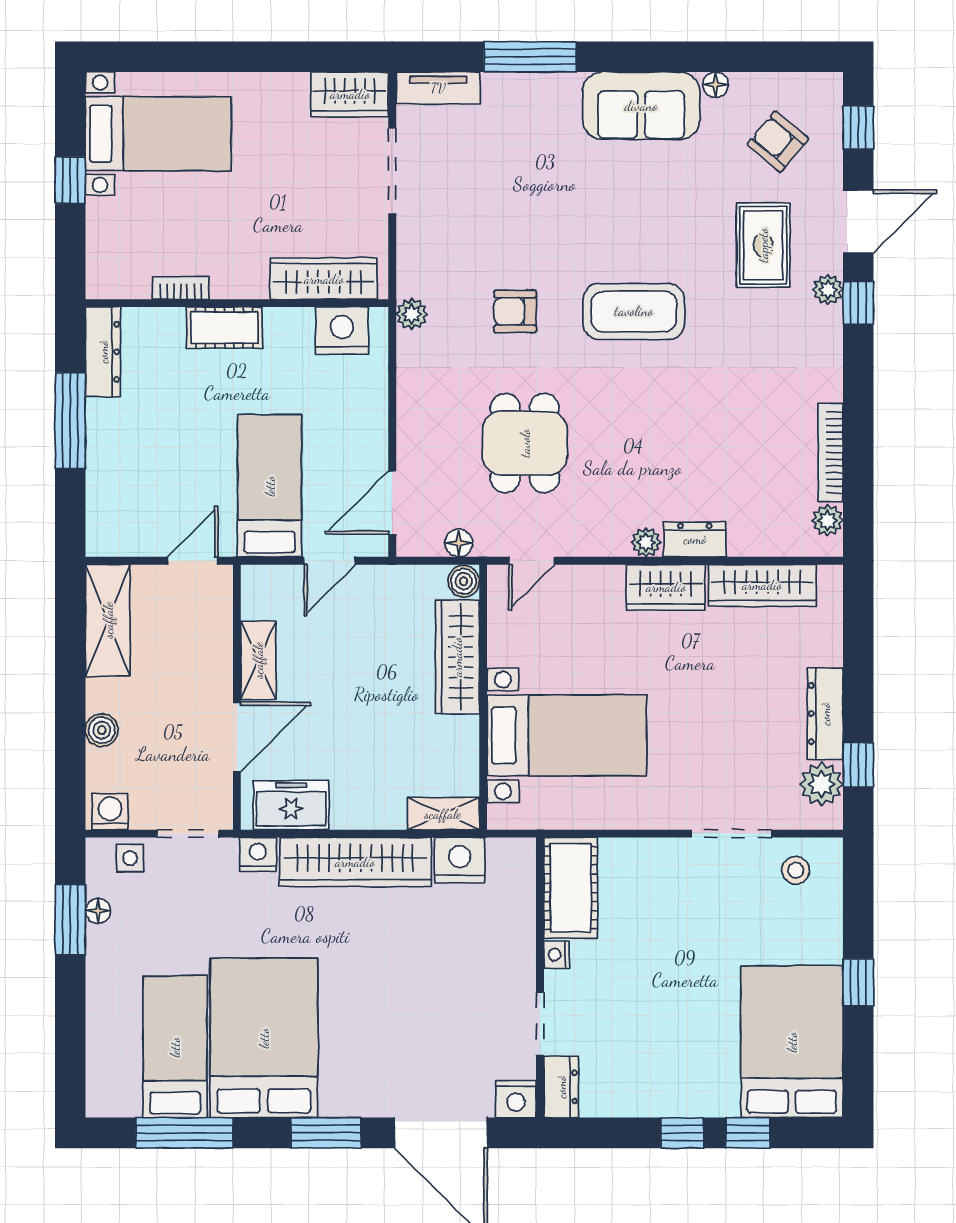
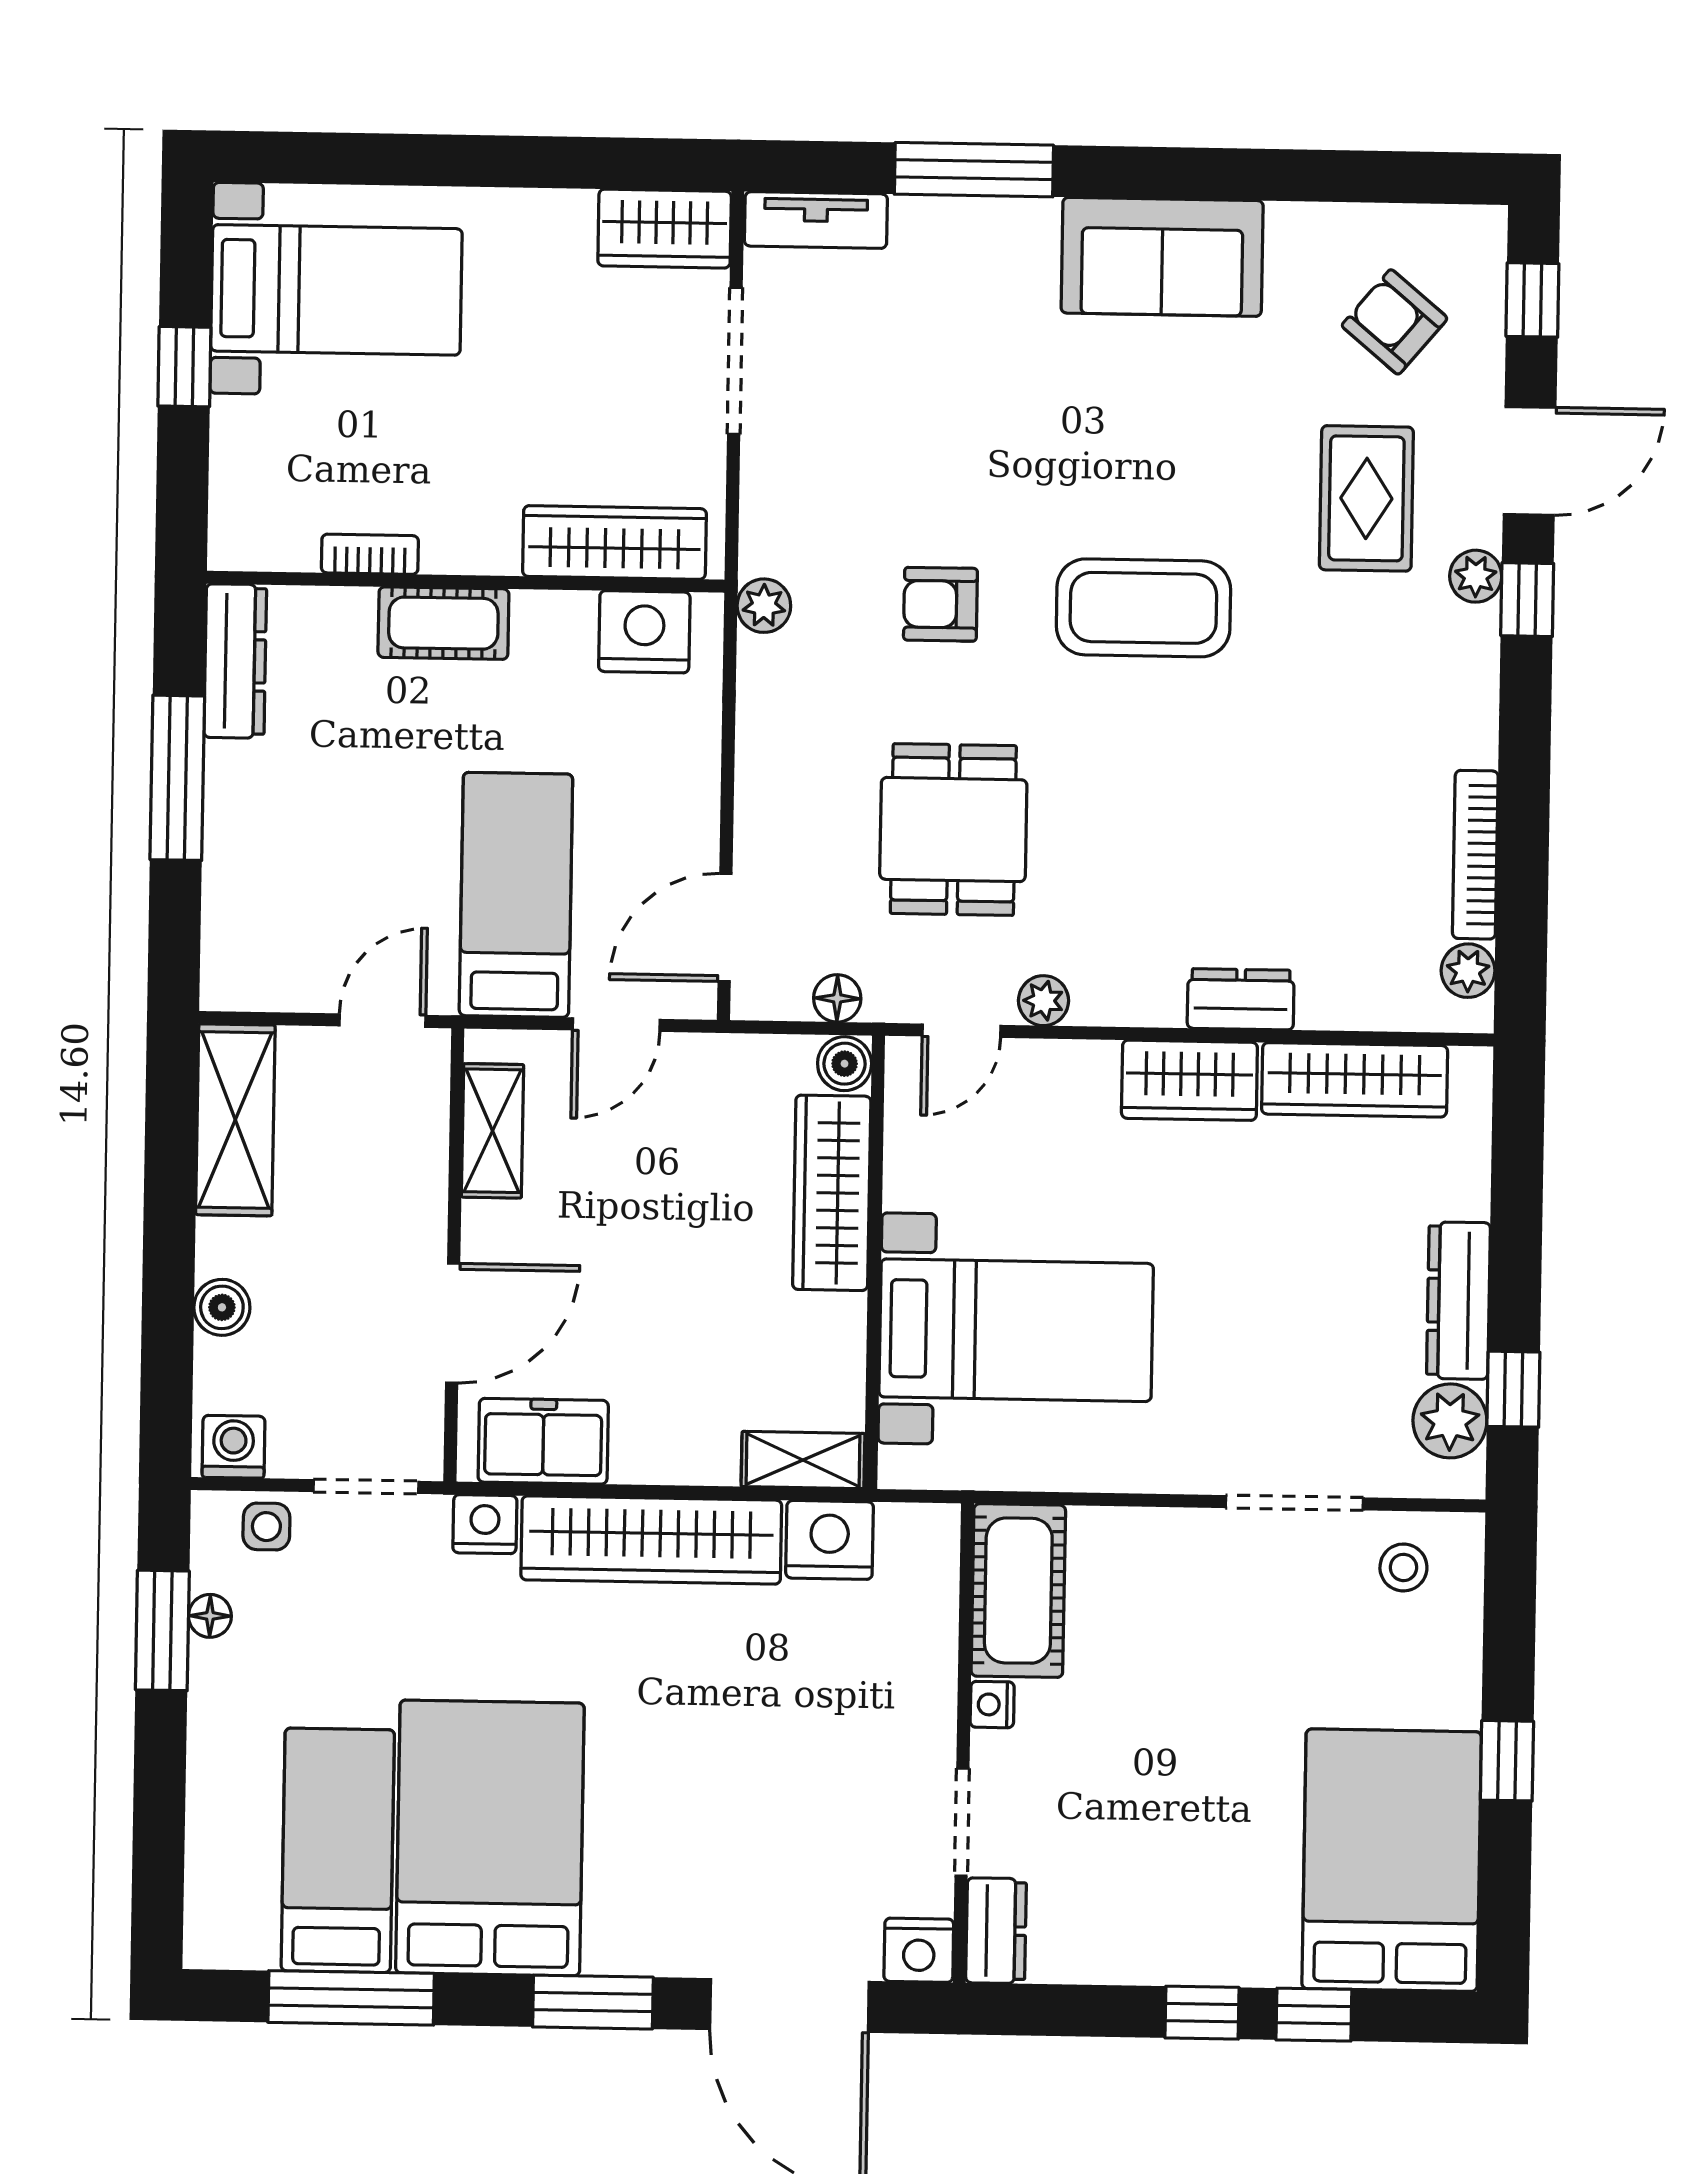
floor lamp: (716, 85) -> (1290, 223), removed
plant: (646, 542) -> (1044, 1001), moved
shelving: (258, 660) -> (493, 1131), moved

